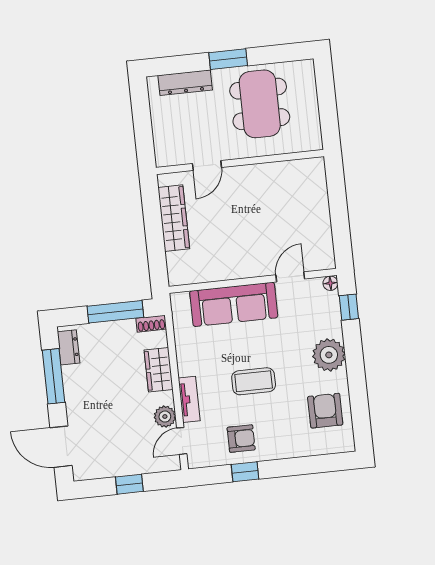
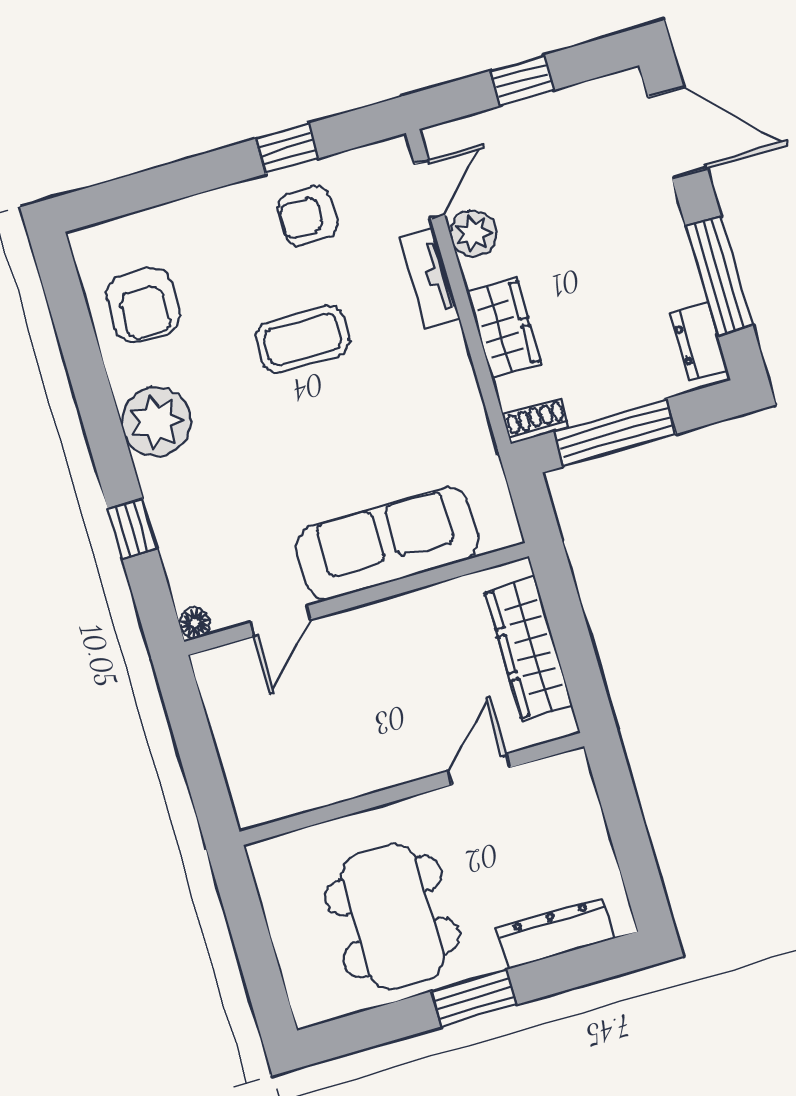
door: (290, 277) -> (280, 621), moved
wall: (253, 281) -> (357, 599), moved
floor lamp: (330, 283) -> (195, 623), moved
sofa: (234, 304) -> (387, 543), moved

